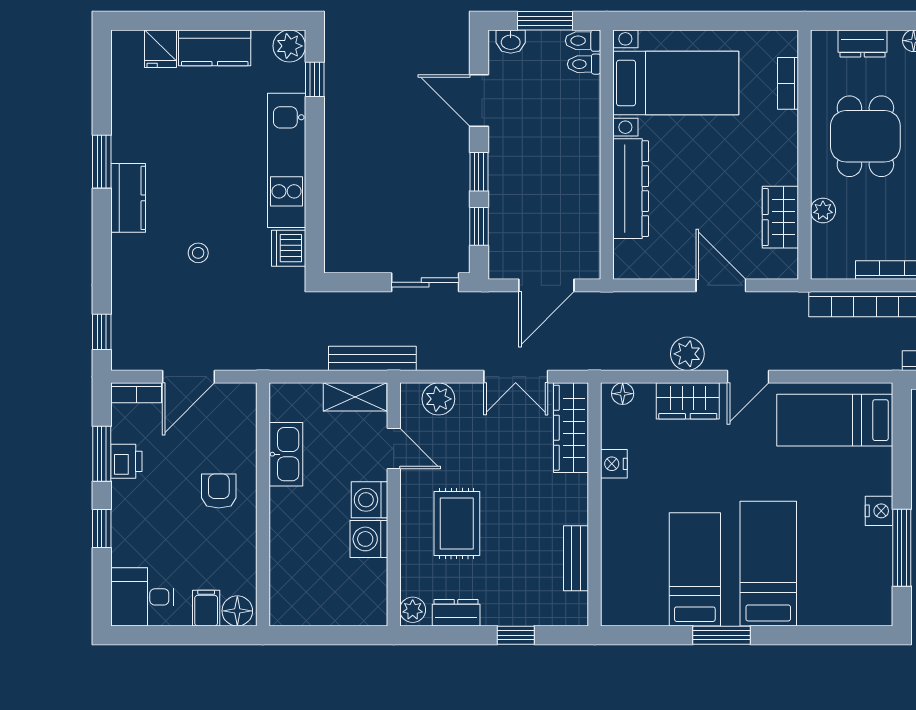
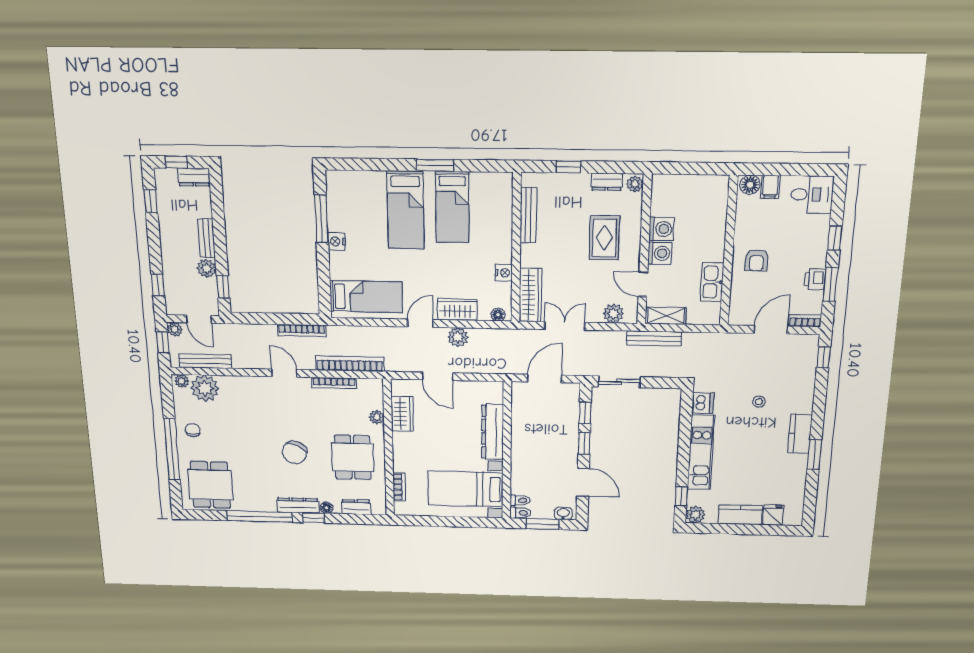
bench: (576, 558) -> (528, 215), width x1.36

